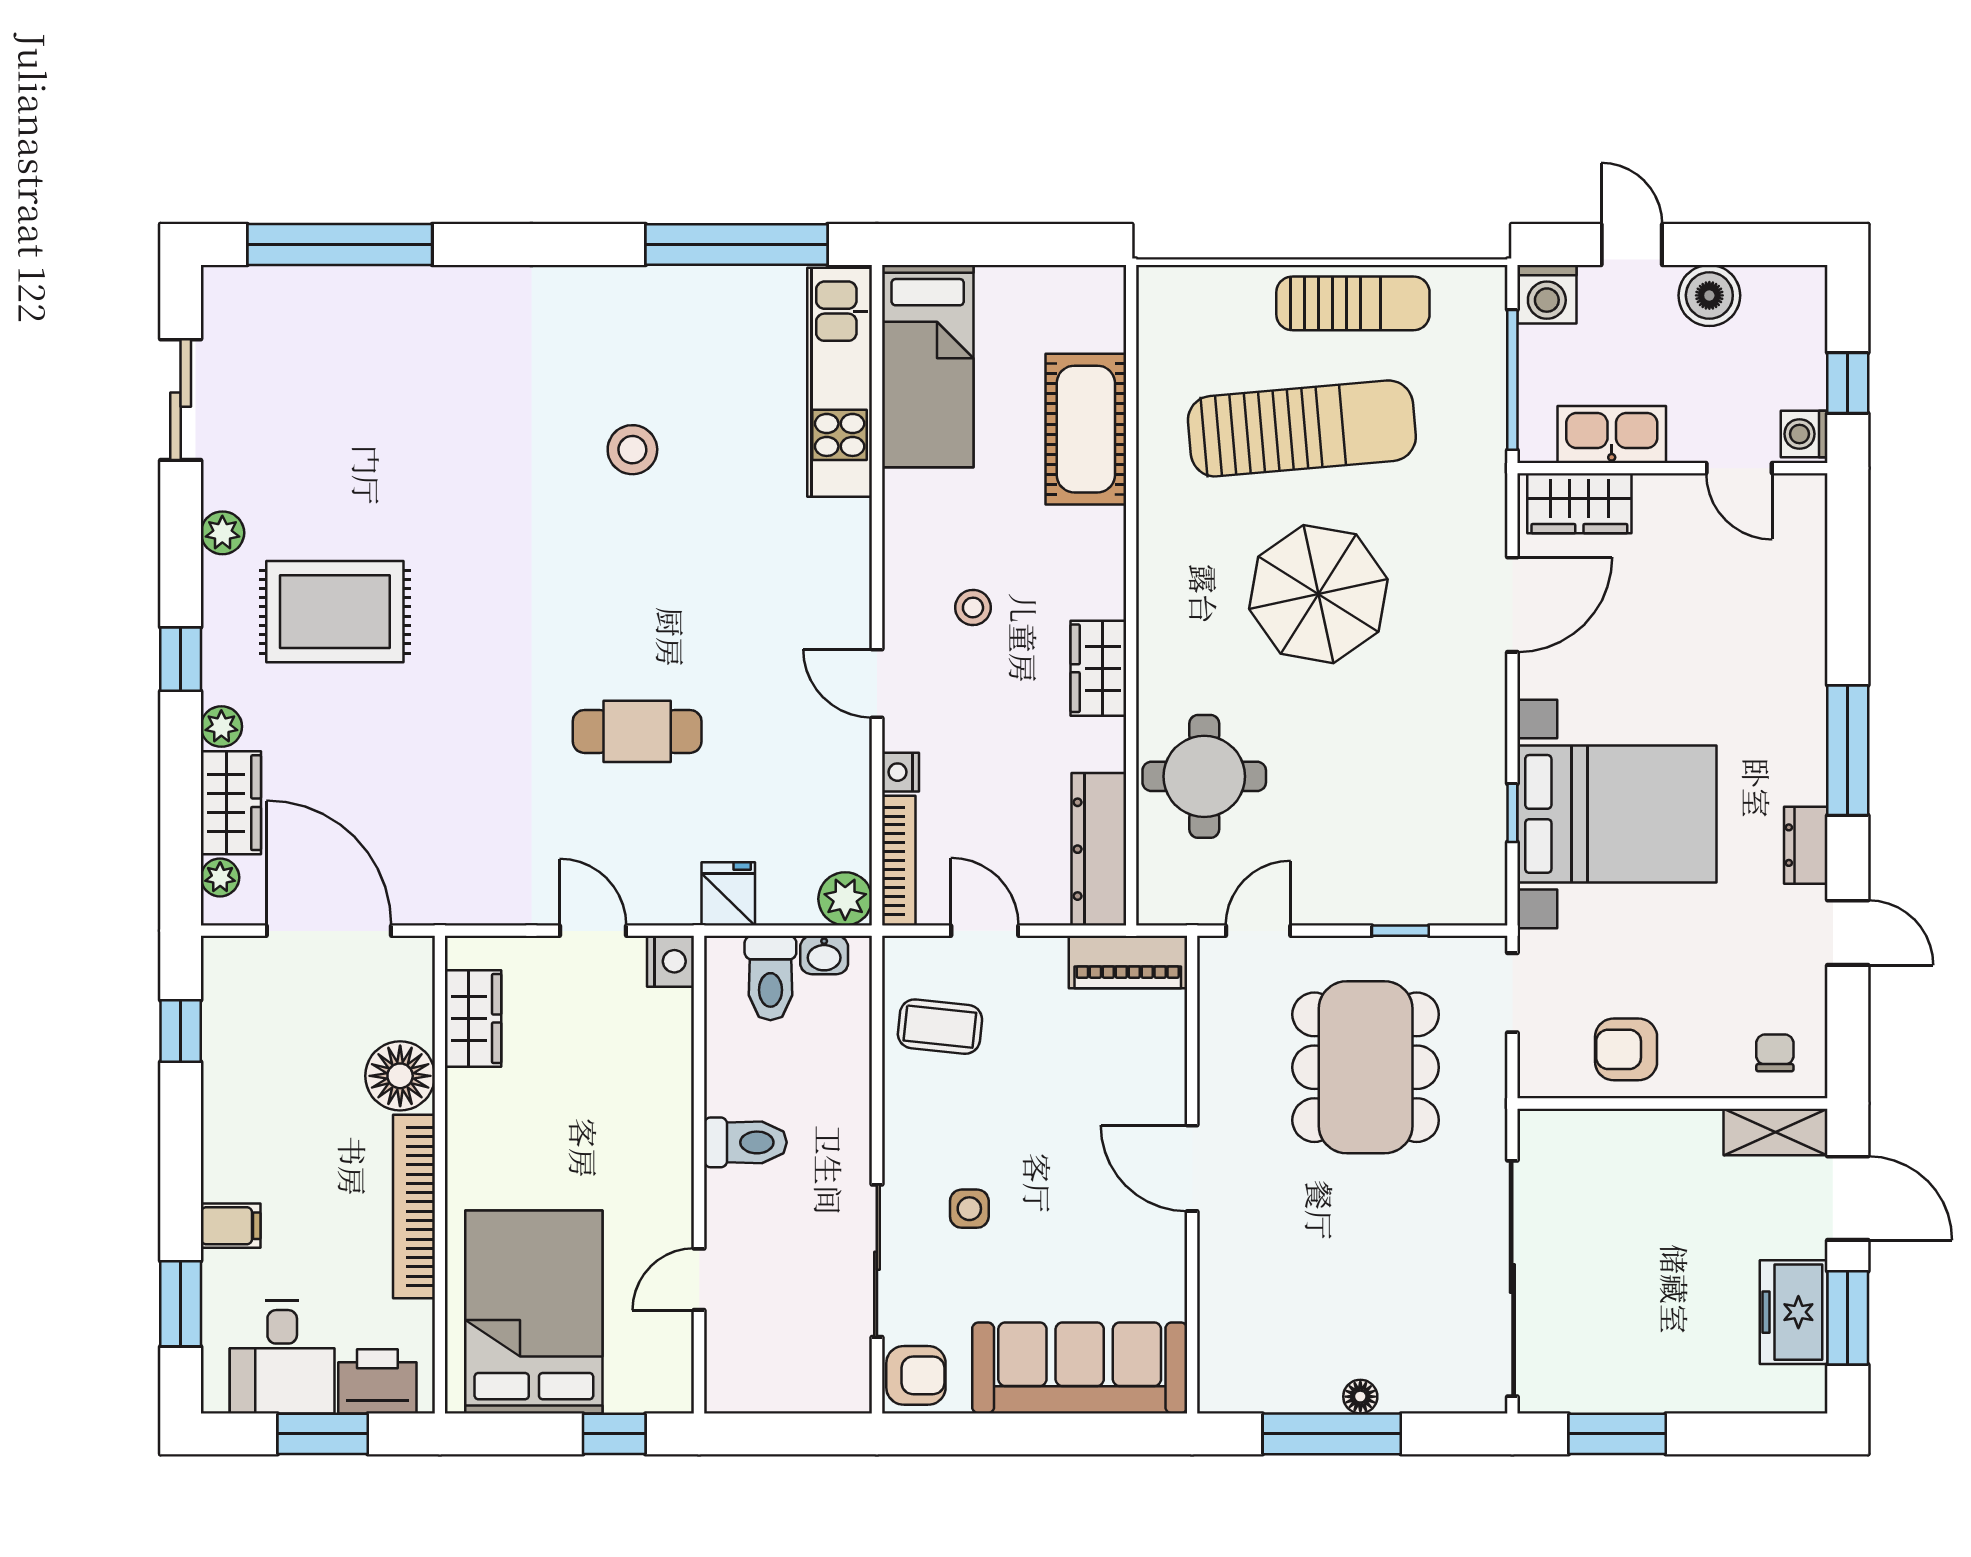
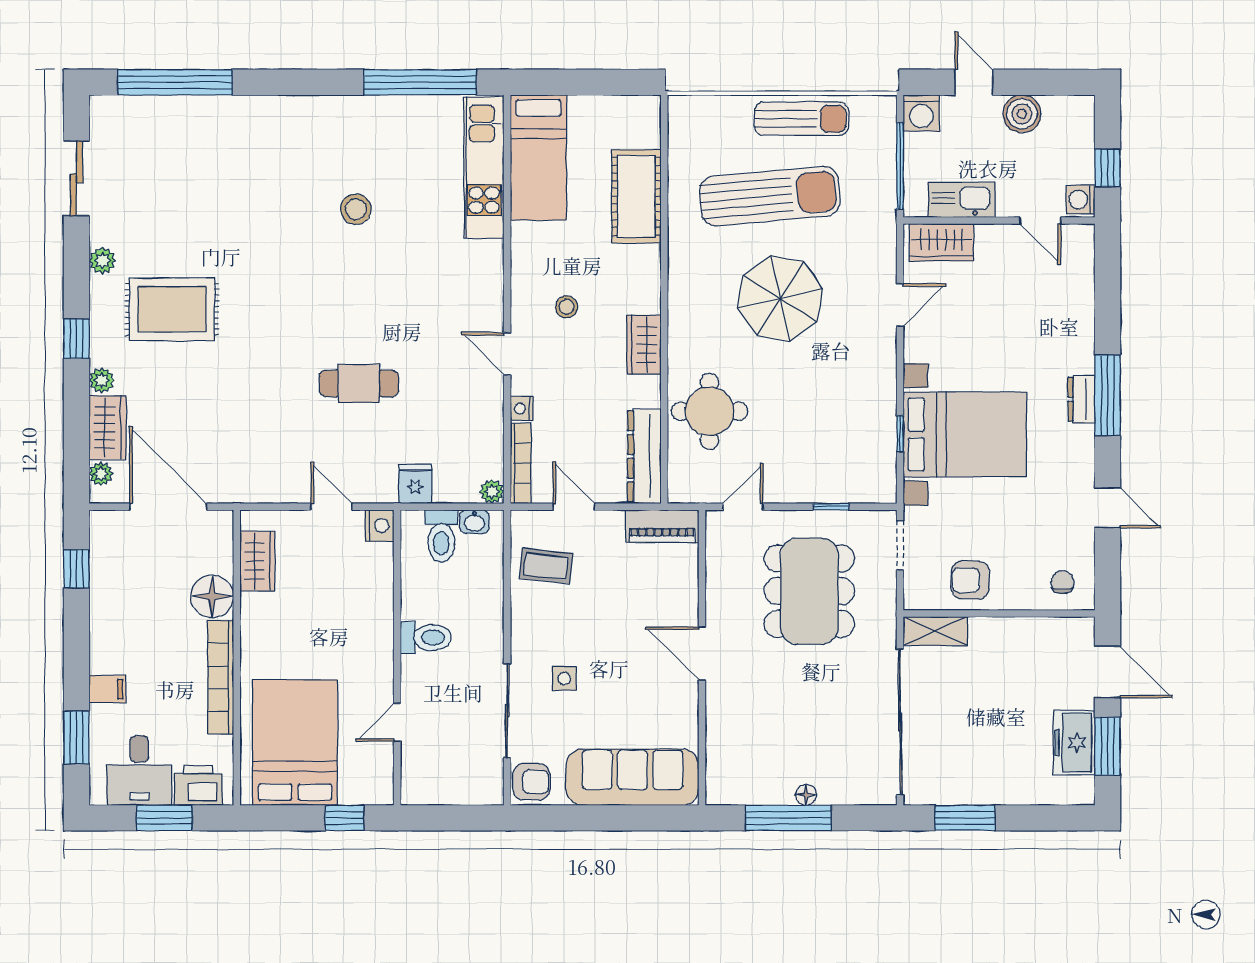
door: (1512, 605) -> (900, 305), width x0.73
dresser: (1806, 845) -> (1082, 399), moved
plant: (845, 899) -> (492, 492), width x0.73, depth x0.73
shelving: (1776, 1132) -> (935, 631), moved

